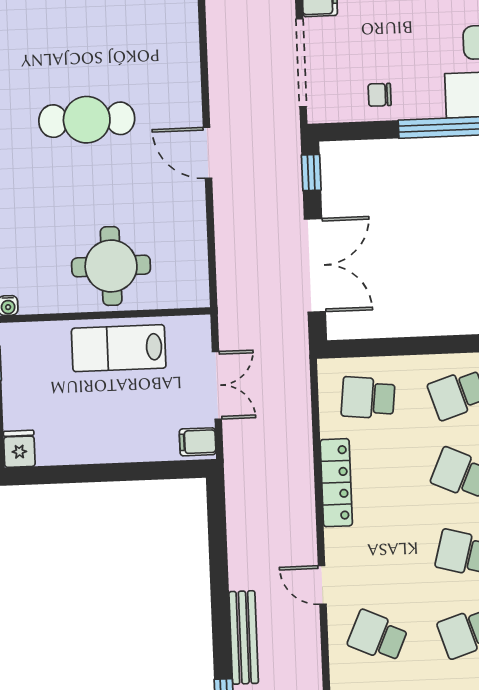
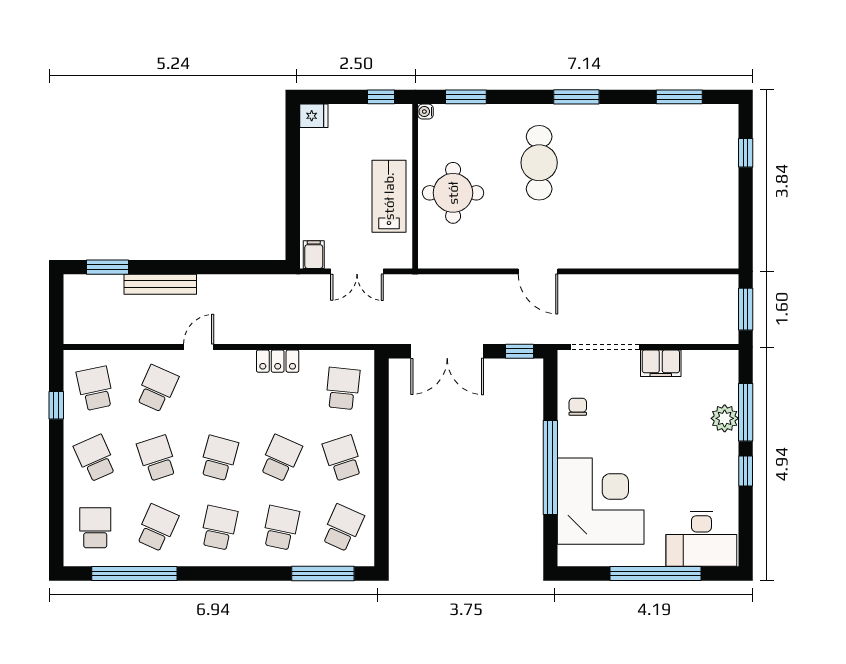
cafe table: (87, 120) -> (539, 163), moved
door: (208, 153) -> (538, 271), swing flipped
locker: (336, 483) -> (278, 361), width x0.66

